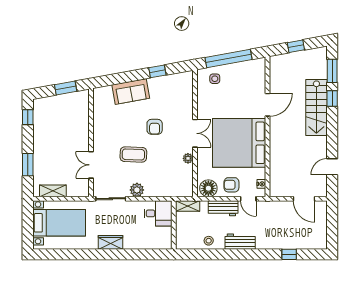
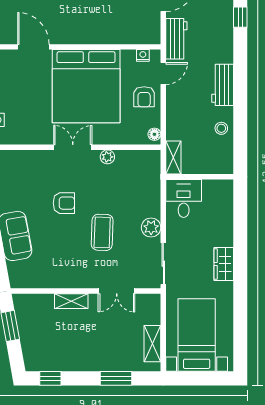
shelving: (84, 132) -> (71, 301), added
floor lamp: (208, 188) -> (154, 134), width x0.53, depth x0.53
workbench: (223, 208) -> (176, 39), moved

